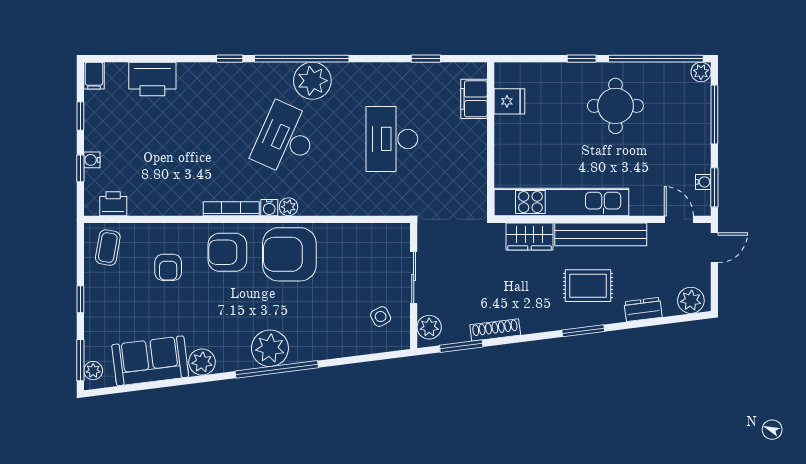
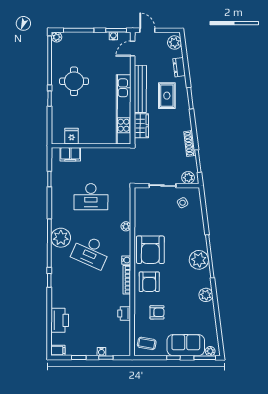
printer: (113, 204) -> (124, 313), moved
plant: (288, 207) -> (126, 226), moved
sofa: (150, 361) -> (186, 345), moved, turned 97

